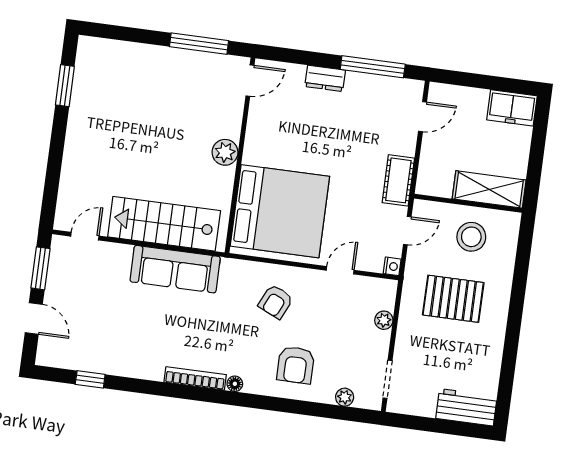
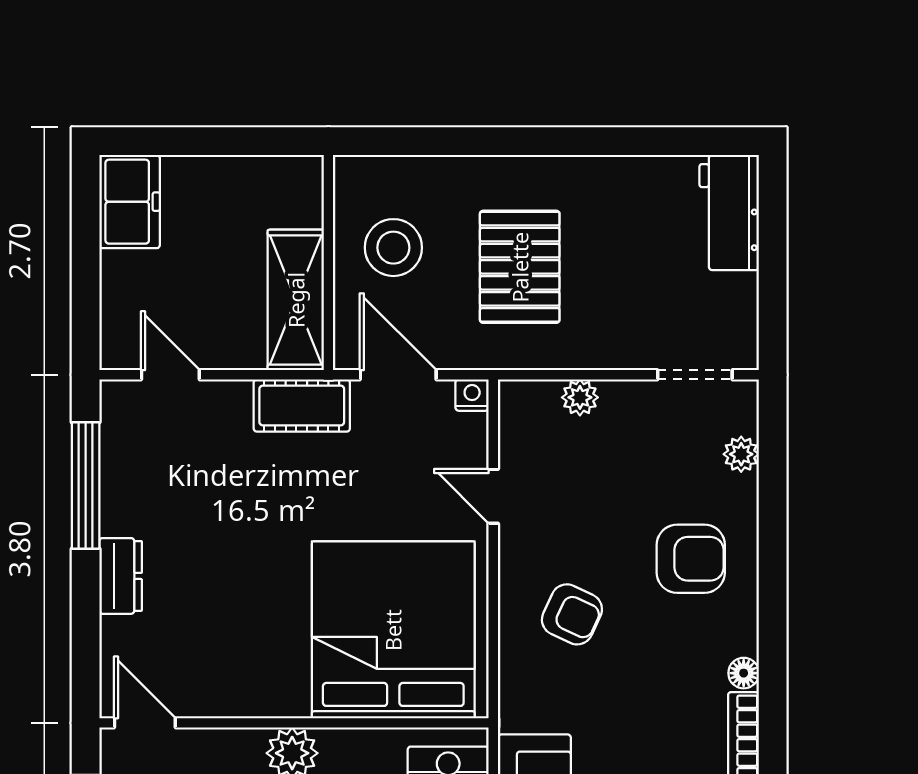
shelving: (489, 189) -> (296, 300), moved
door: (407, 231) -> (398, 375), width x1.38

